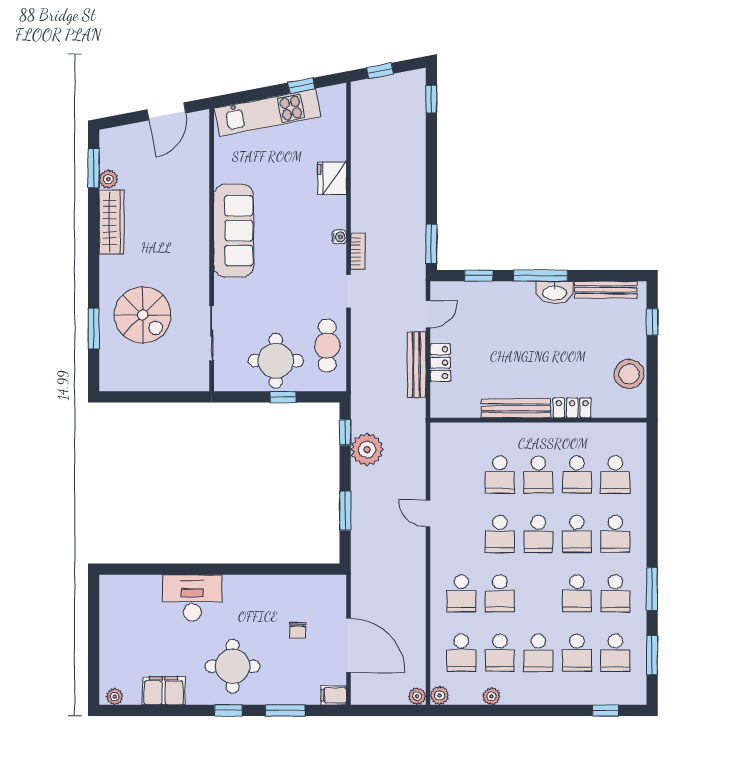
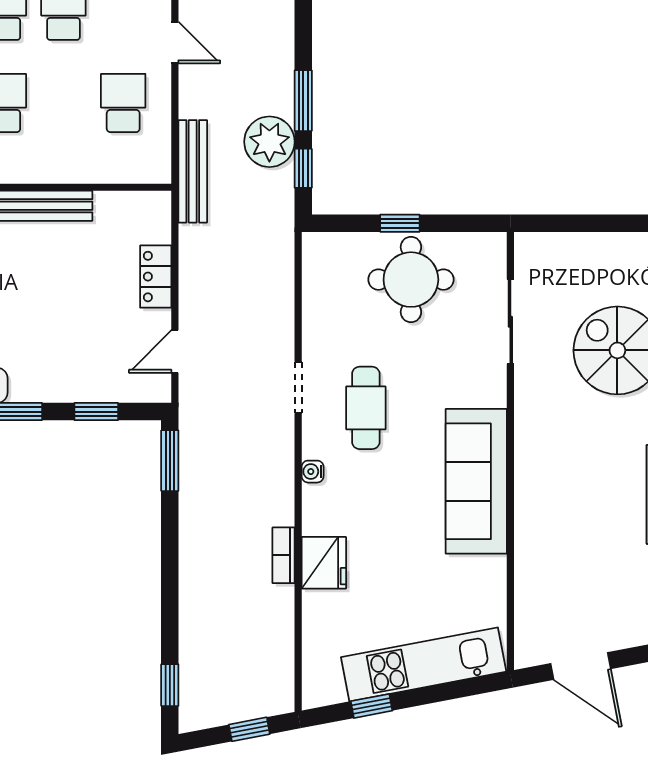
door: (166, 111) -> (581, 666), swing flipped
bookcase: (358, 251) -> (284, 555), moved
cafe table: (327, 346) -> (366, 408), moved
bench: (417, 365) -> (193, 171), moved
school desk: (500, 475) -> (123, 103), moved
window: (345, 511) -> (303, 101), moved

